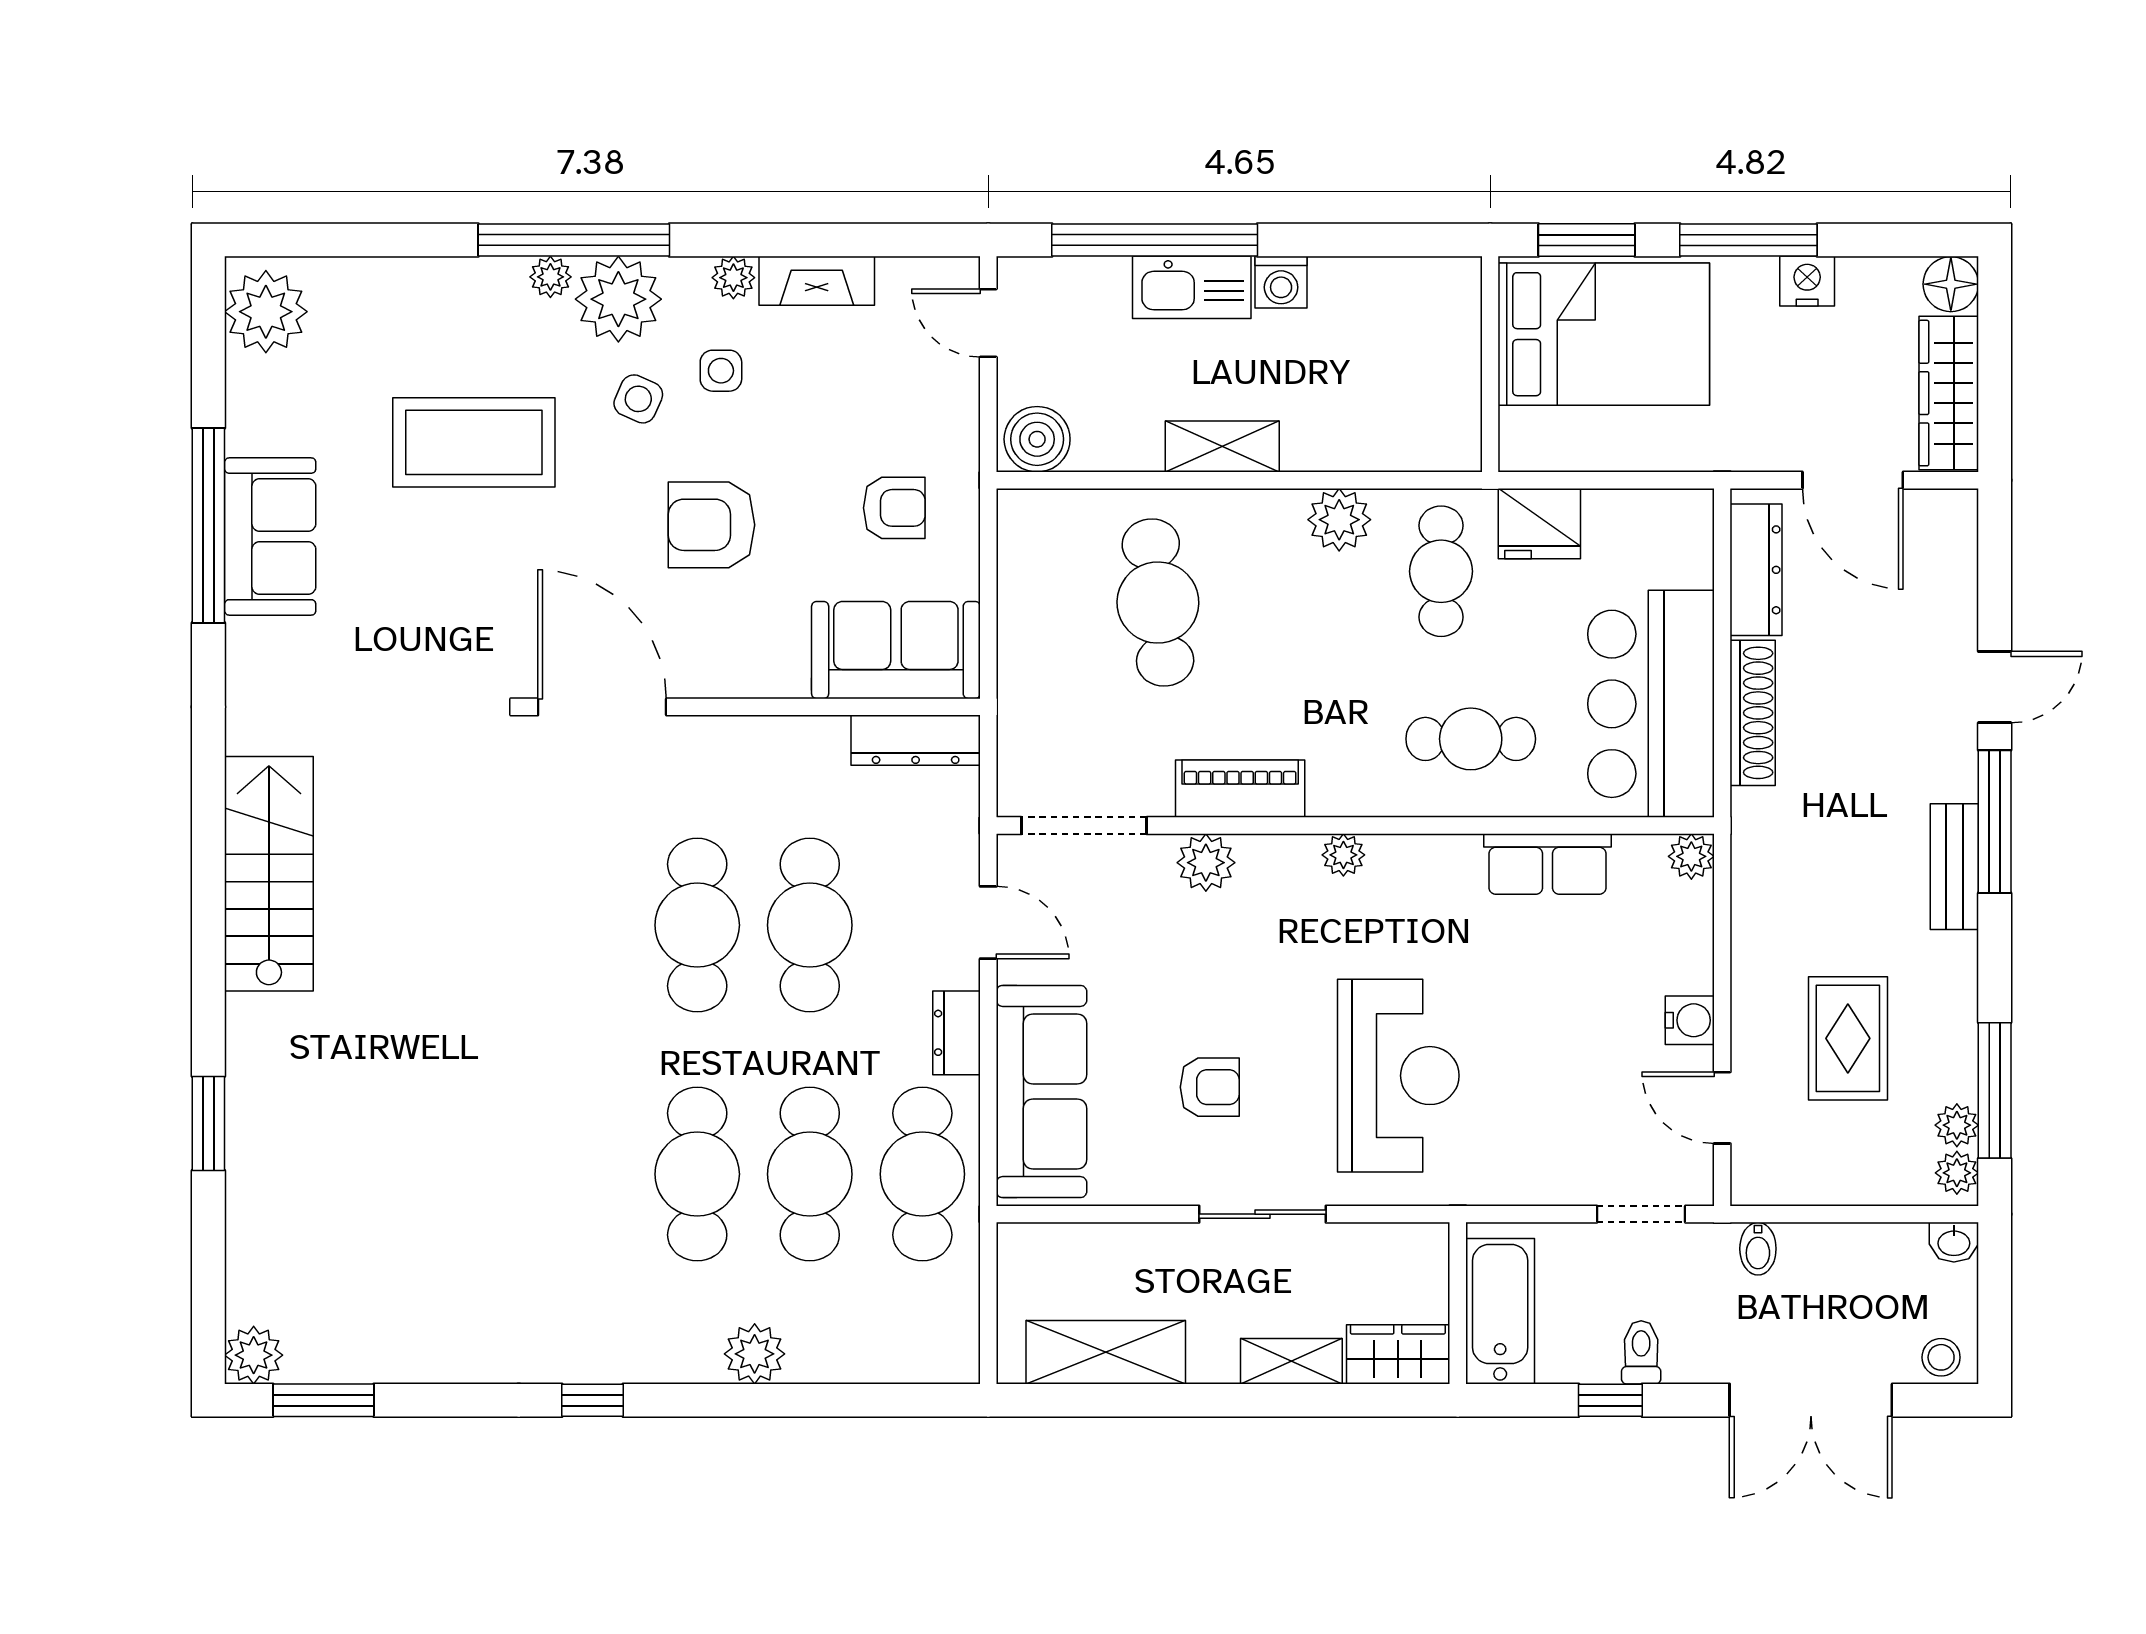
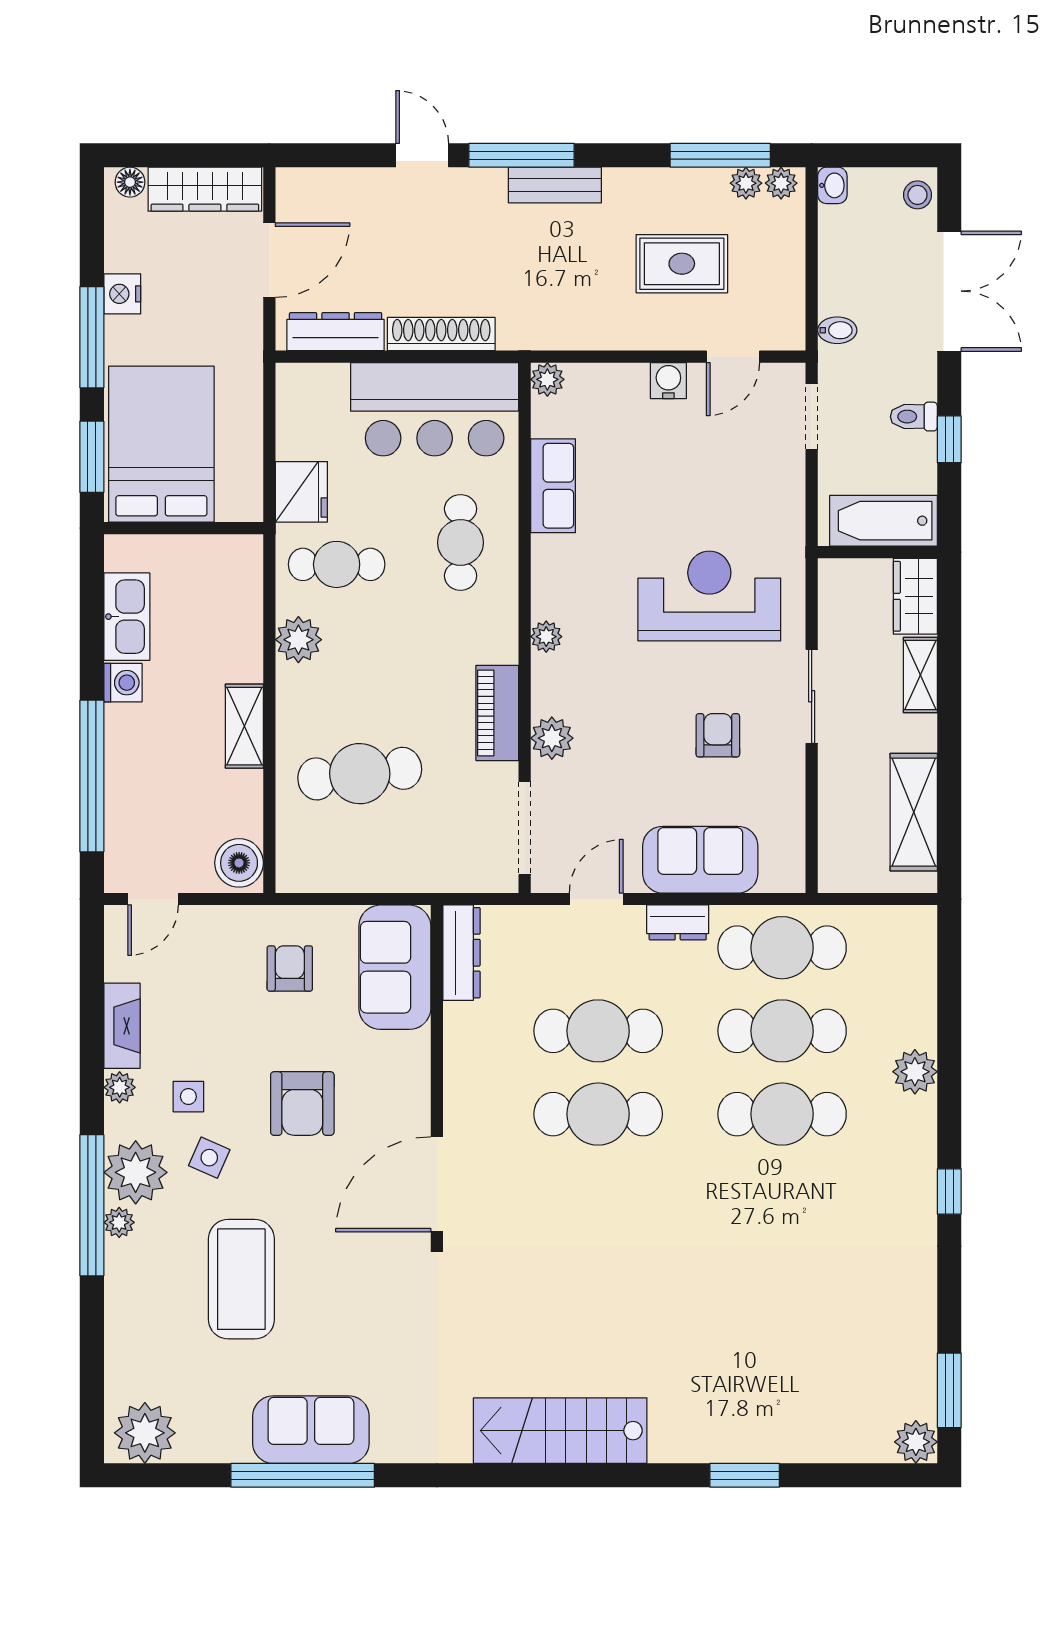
floor lamp: (1951, 284) -> (130, 182), width x0.73, depth x0.73
kitchen sink: (1192, 287) -> (127, 617), moved
sofa: (1041, 1091) -> (700, 860), width x0.73

